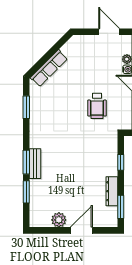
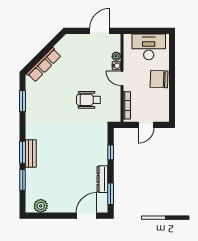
door: (109, 32) -> (100, 31), hinge flipped
wheelchair: (97, 106) -> (88, 100), turned 90
plant: (59, 220) -> (41, 206), moved
door: (81, 230) -> (86, 216), moved

